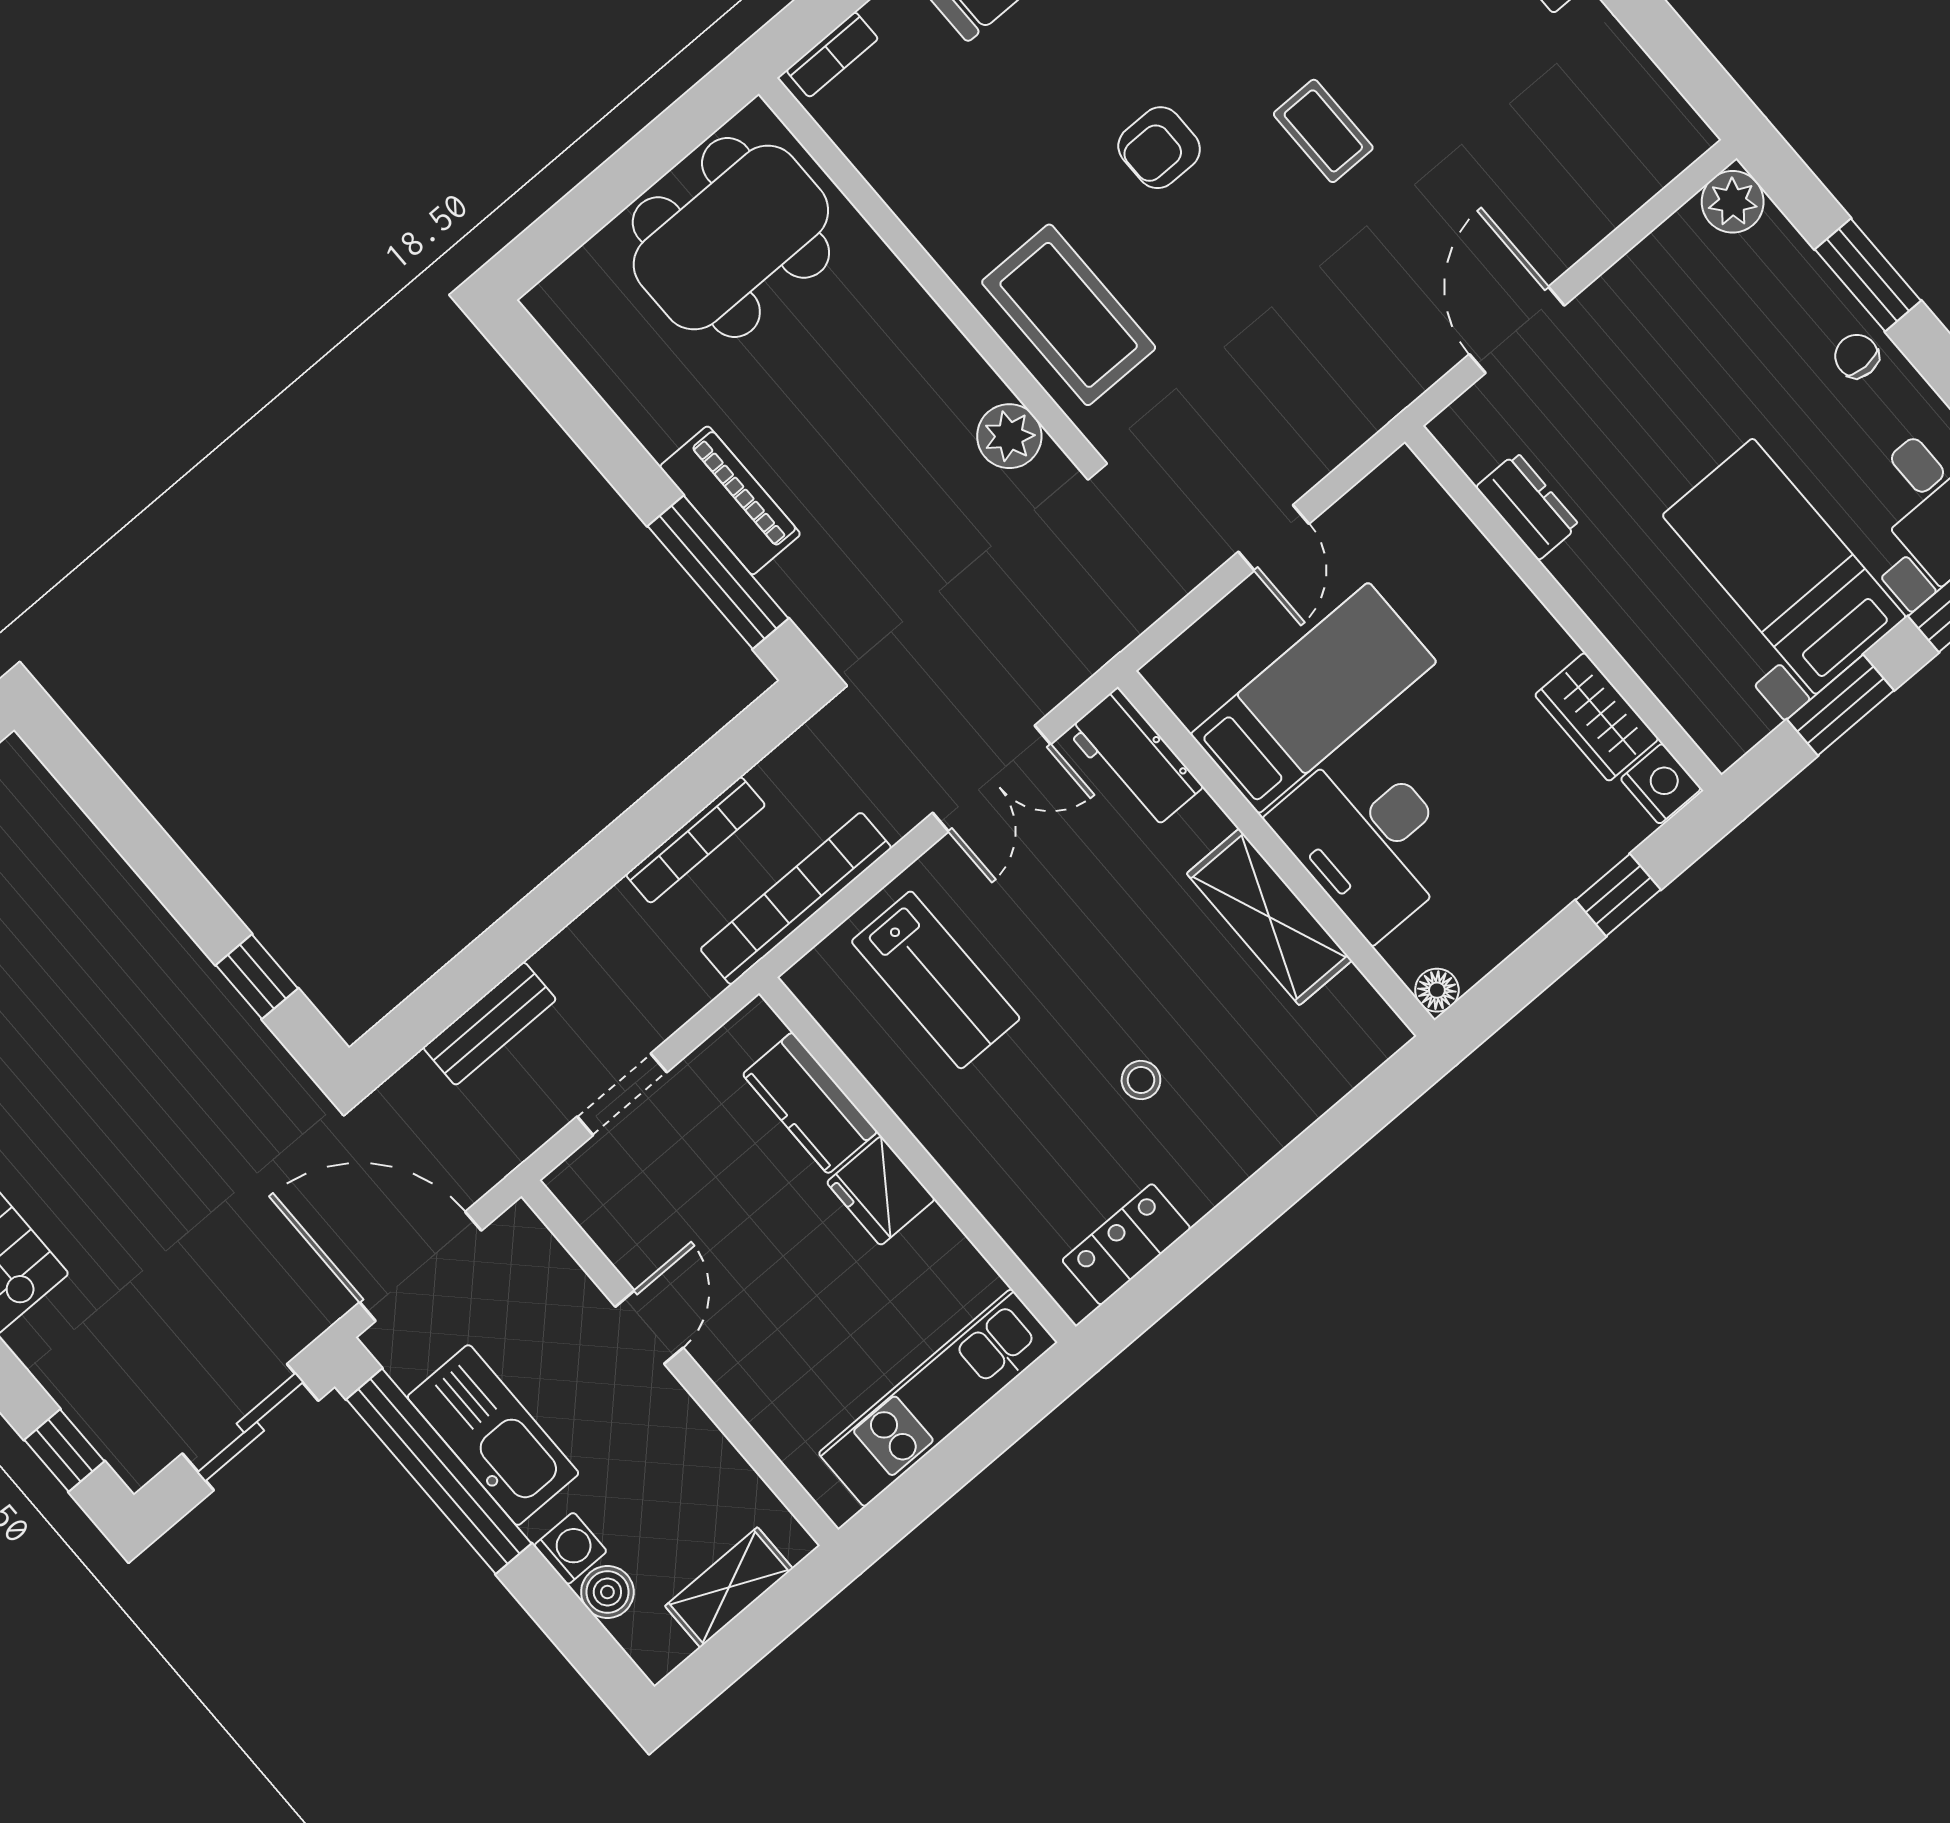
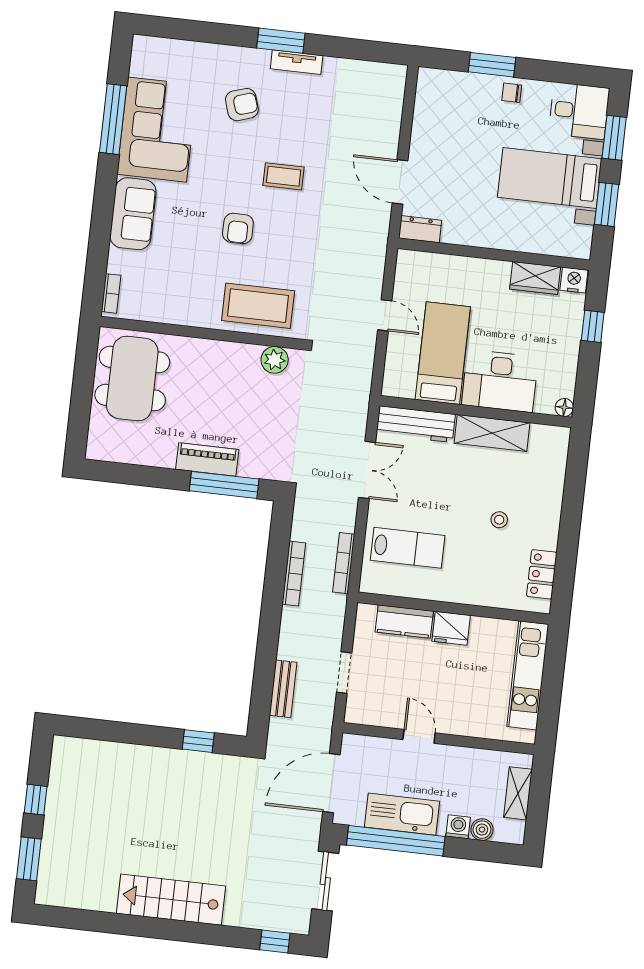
plant: (1733, 202) -> (429, 81), removed
dresser: (1528, 506) -> (420, 229), moved
workbench: (1135, 759) -> (416, 424), width x1.37
bookcase: (796, 898) -> (344, 563), width x0.68, depth x0.76

